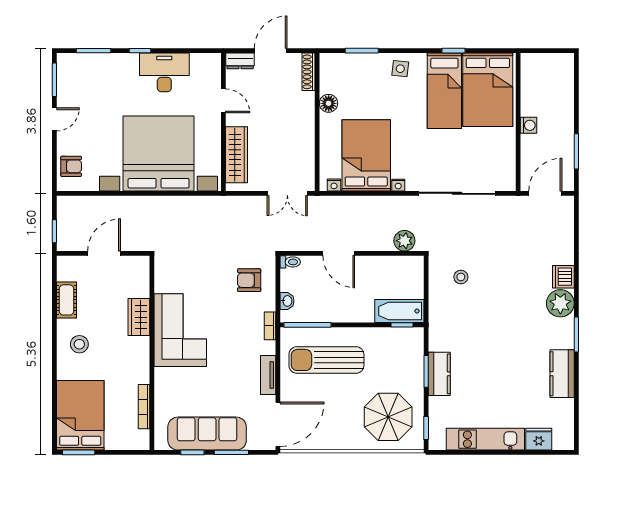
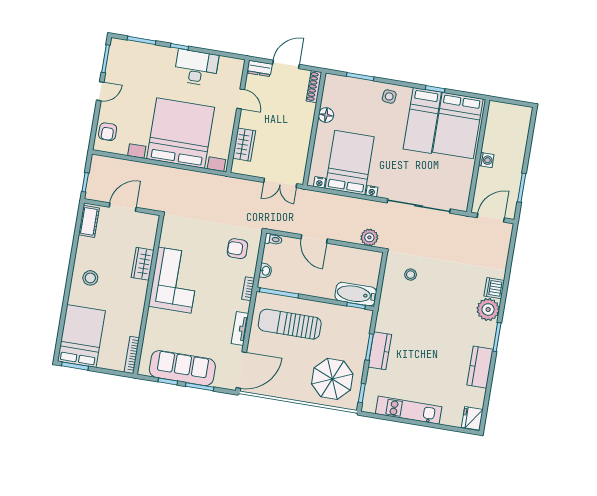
wardrobe: (237, 155) -> (244, 145), width x0.67
armchair: (71, 166) -> (108, 132), turned 90
cot: (66, 300) -> (89, 221), moved
bookcase: (144, 407) -> (132, 355), moved
fridge: (539, 439) -> (472, 418), moved, turned -90

